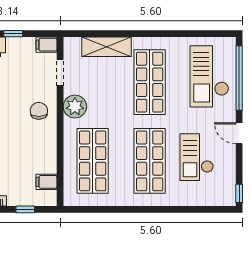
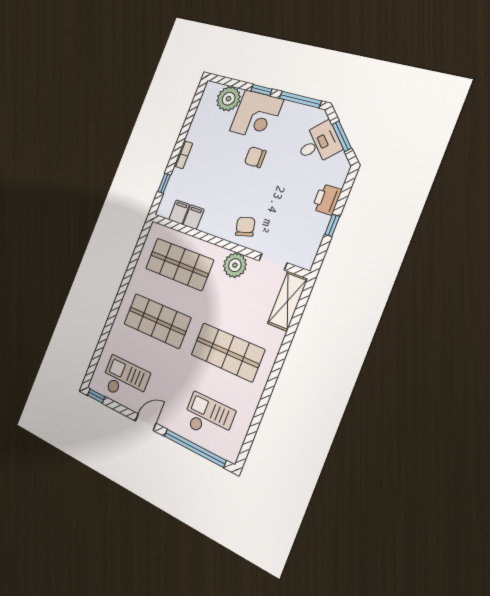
filing cabinet: (47, 45) -> (193, 217), moved
shelving: (107, 47) -> (287, 301), moved
checkout: (209, 76) -> (209, 417), width x0.73, depth x0.83
chair: (39, 111) -> (245, 227), turned -103
checkout: (197, 157) -> (125, 380), moved

